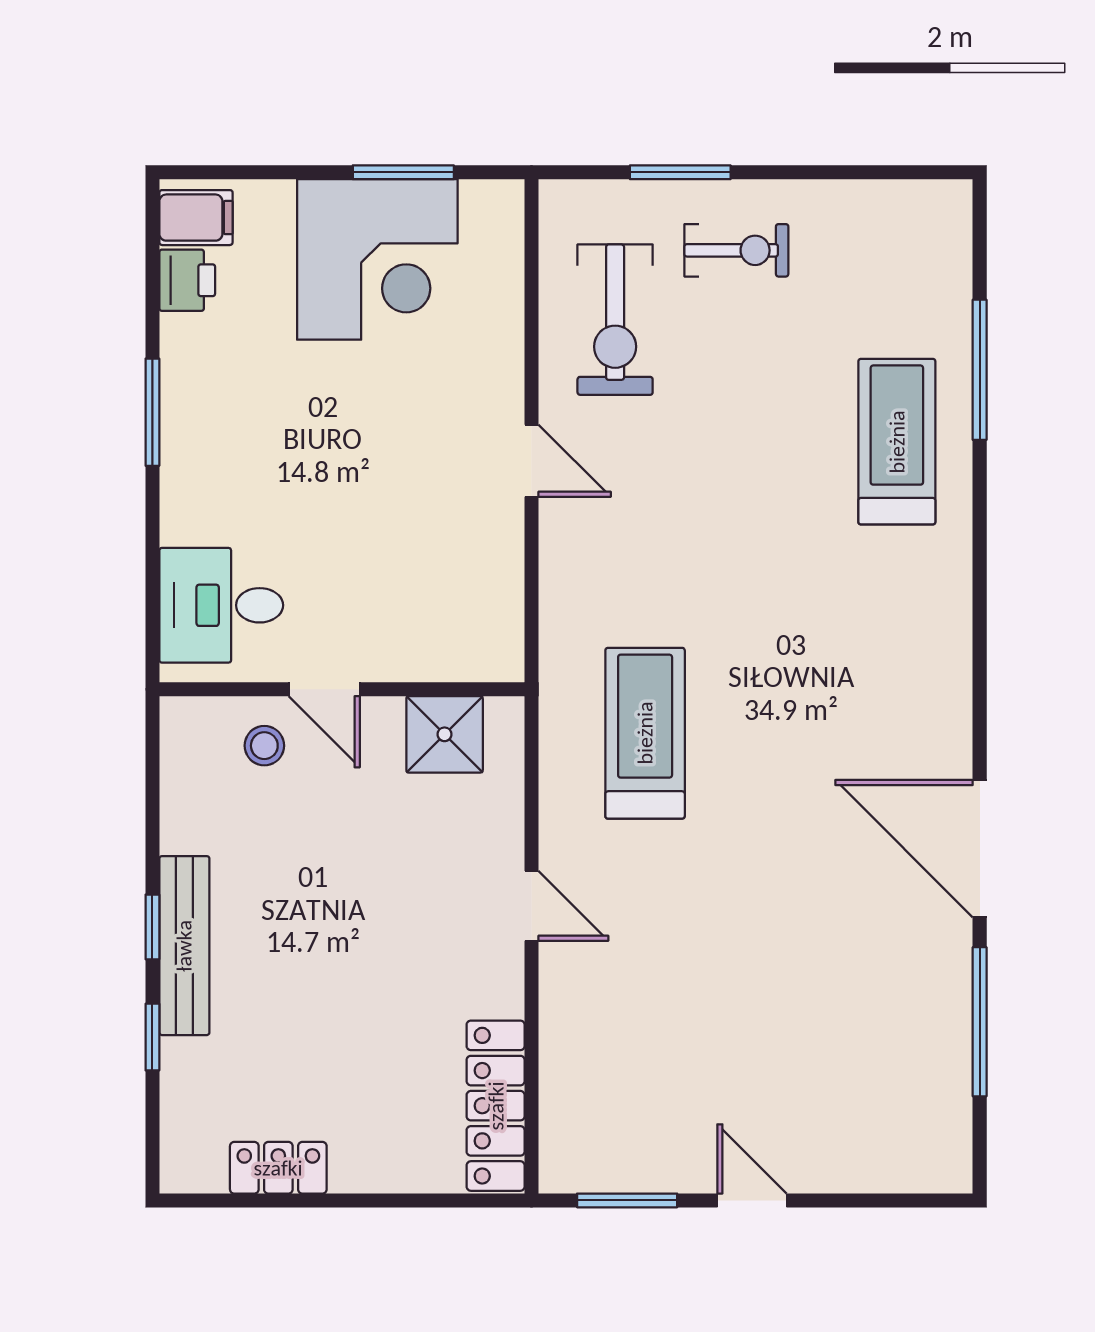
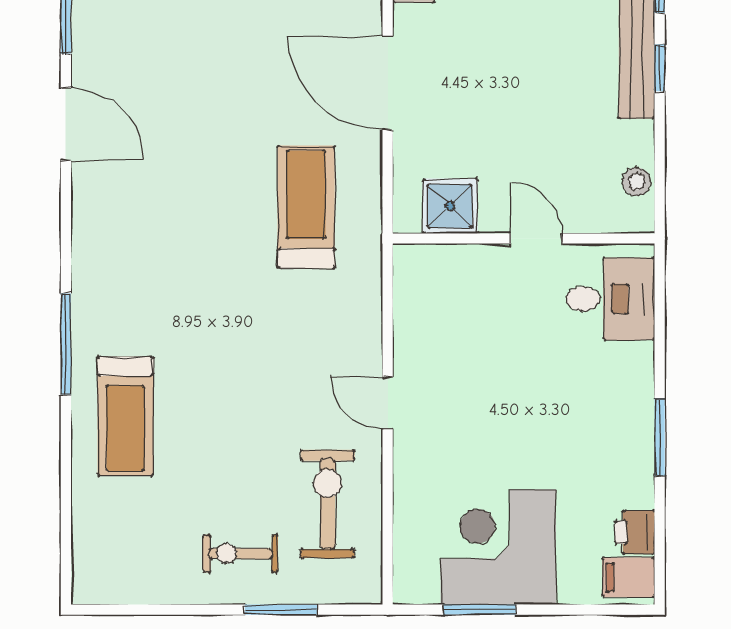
window: (980, 370) -> (66, 344), moved
treadmill: (645, 733) -> (306, 207), turned 180
stool: (264, 746) -> (637, 182), moved
door: (980, 849) -> (66, 124), width x0.73
door: (532, 906) -> (388, 83), width x1.87

